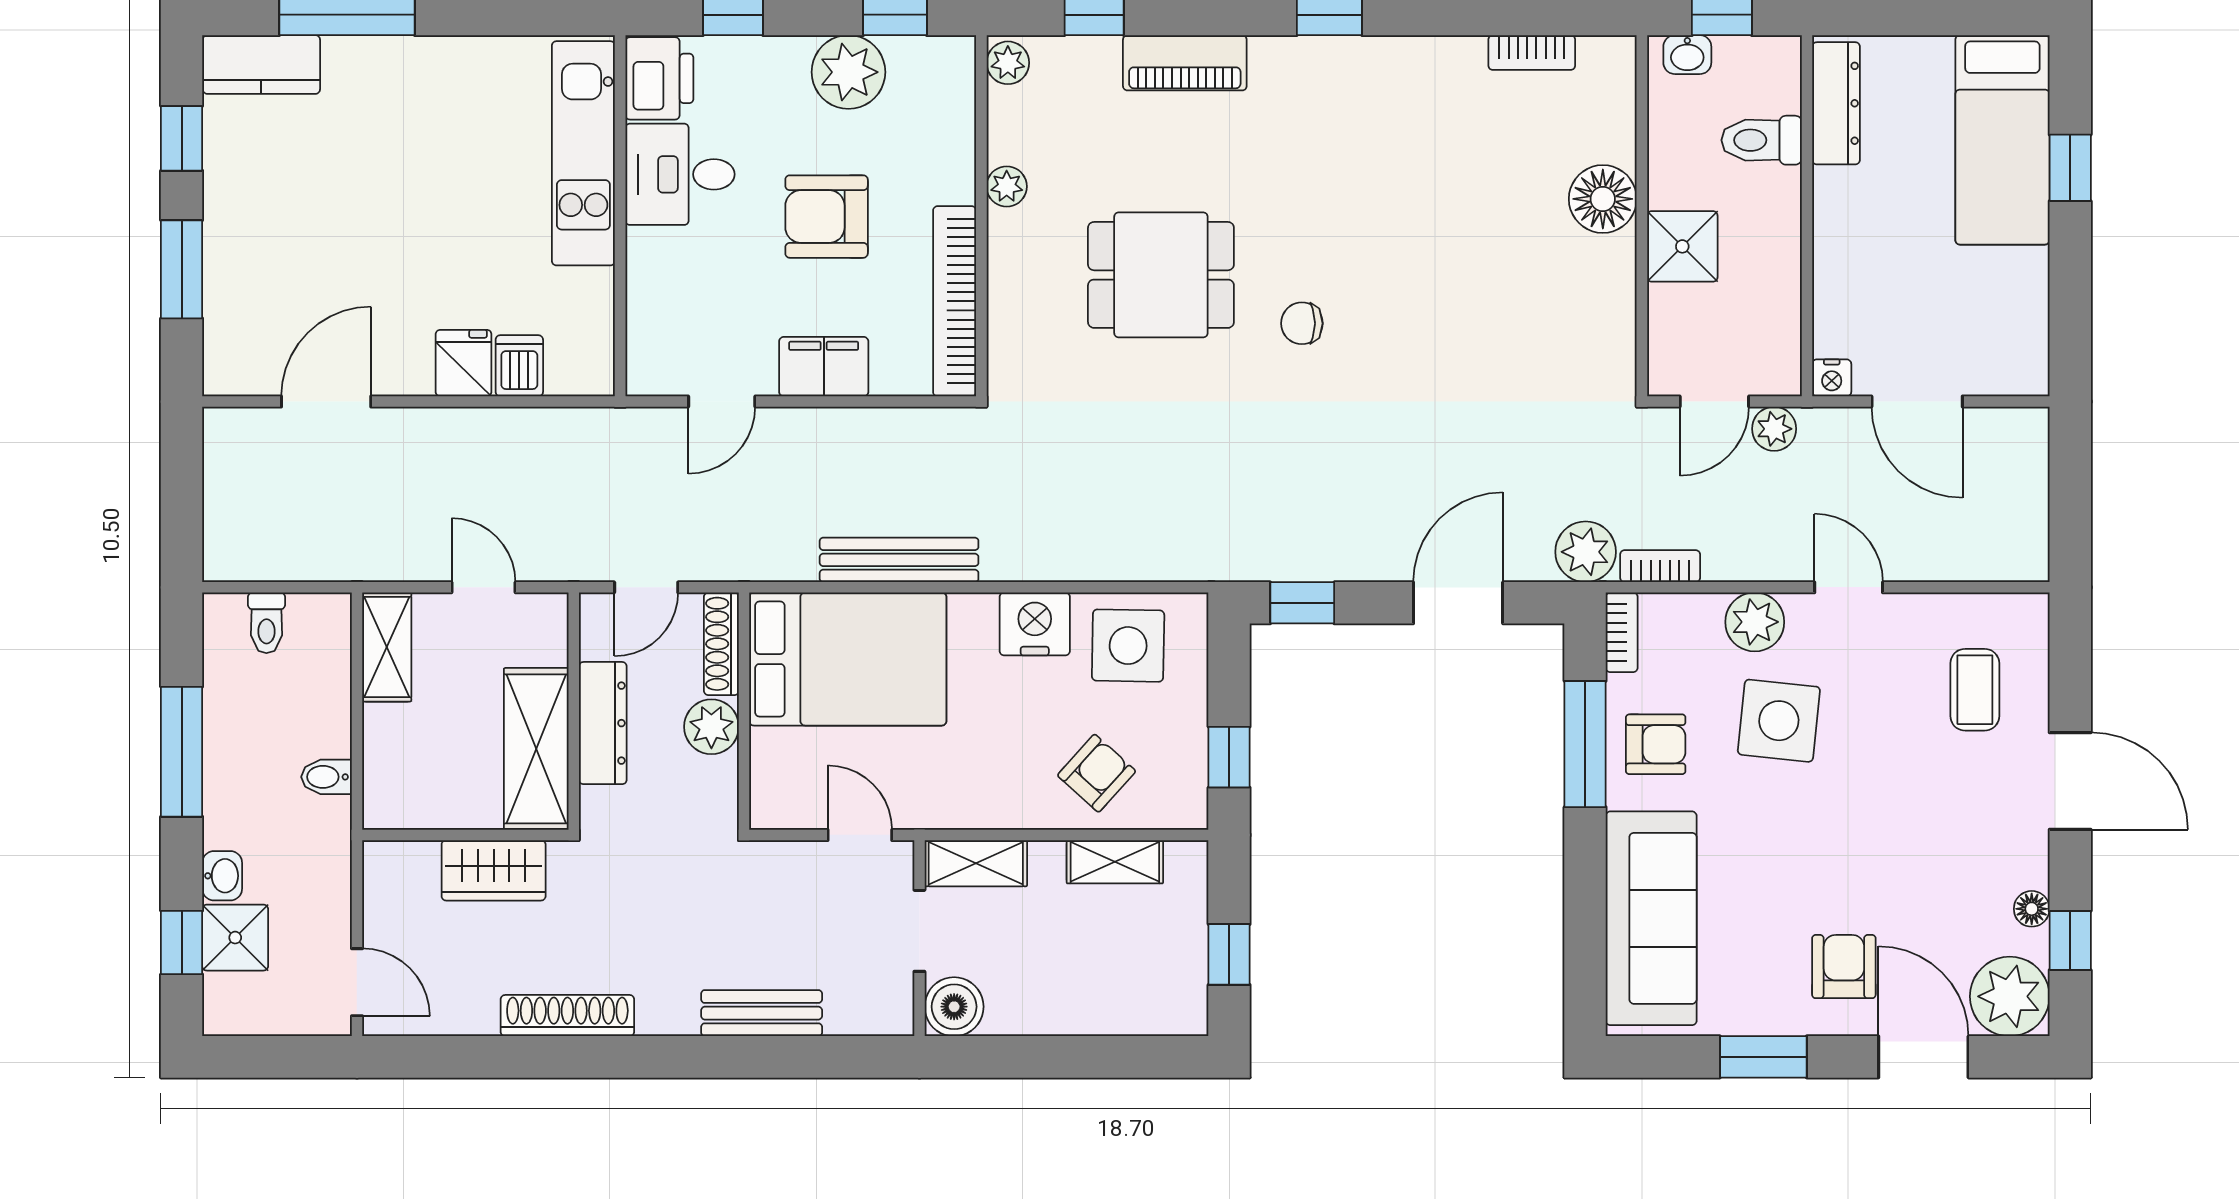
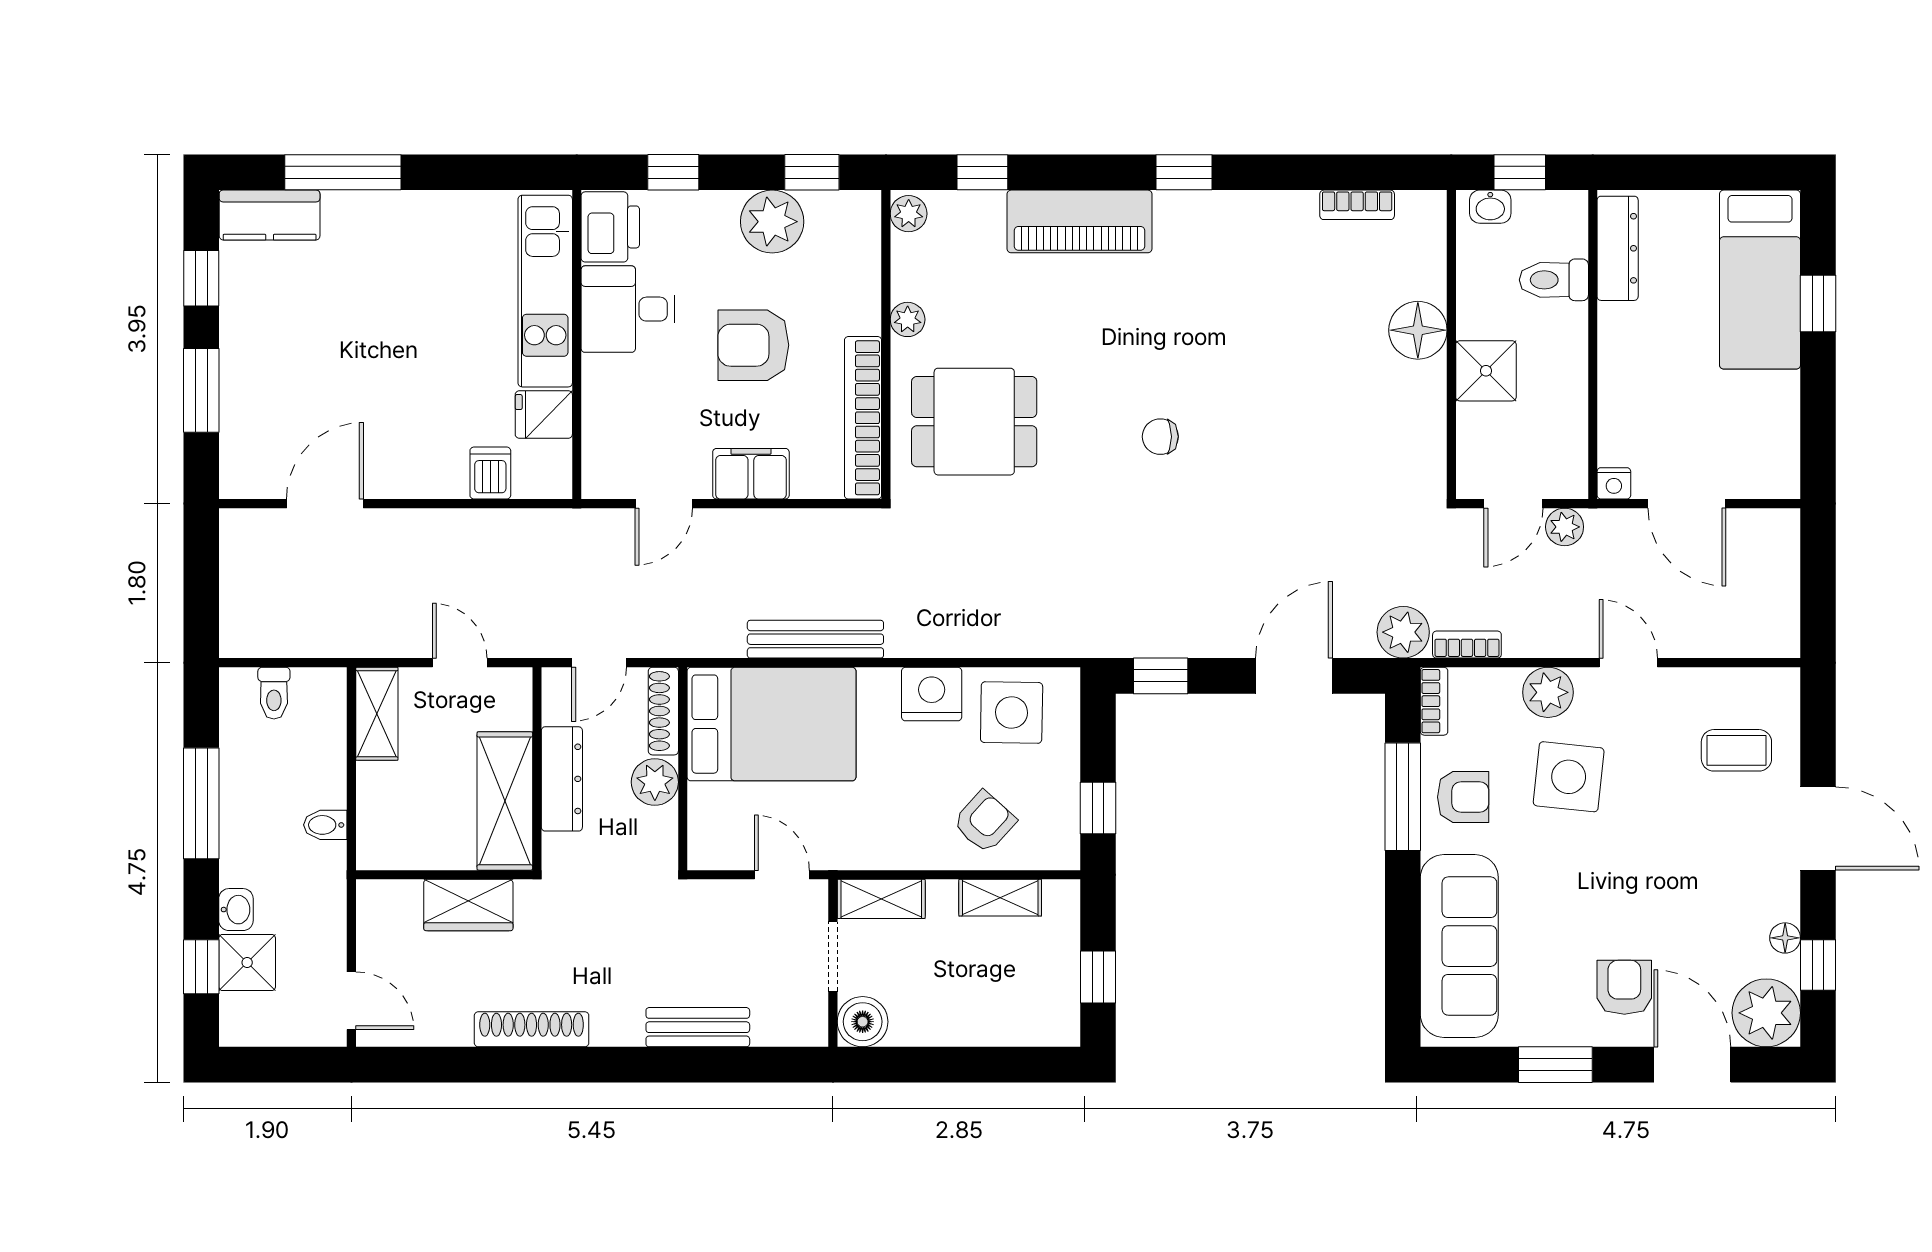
piano: (1185, 63) -> (1079, 221), width x1.37, depth x1.33
dining table: (1161, 275) -> (974, 422), moved
fridge: (464, 363) -> (544, 414), moved, turned -90
coffee table: (1975, 690) -> (1736, 750), turned 90

